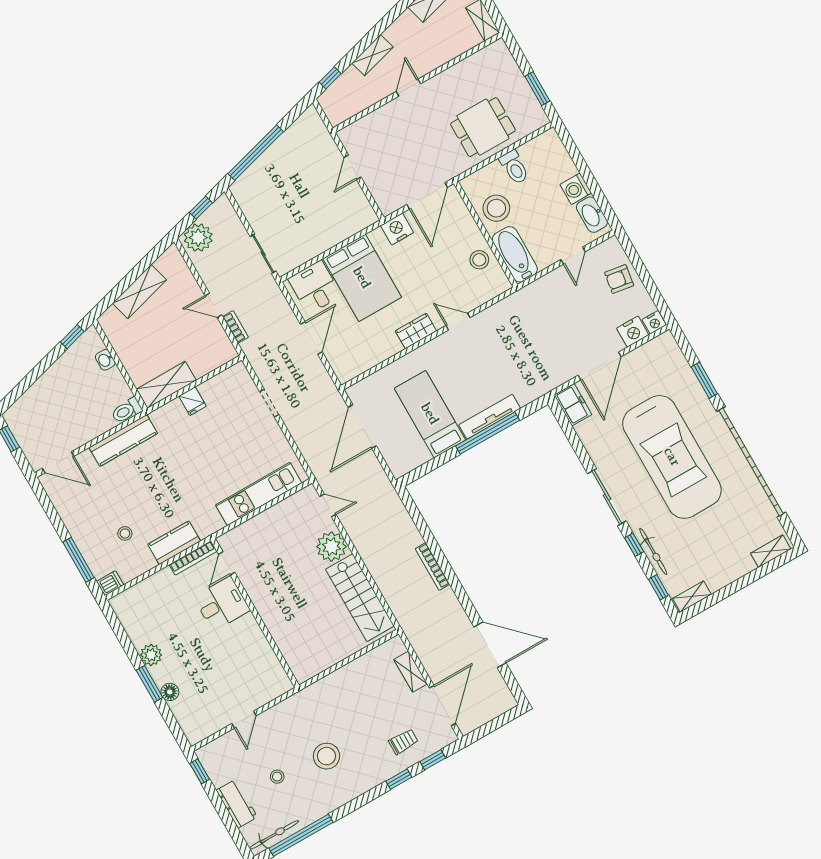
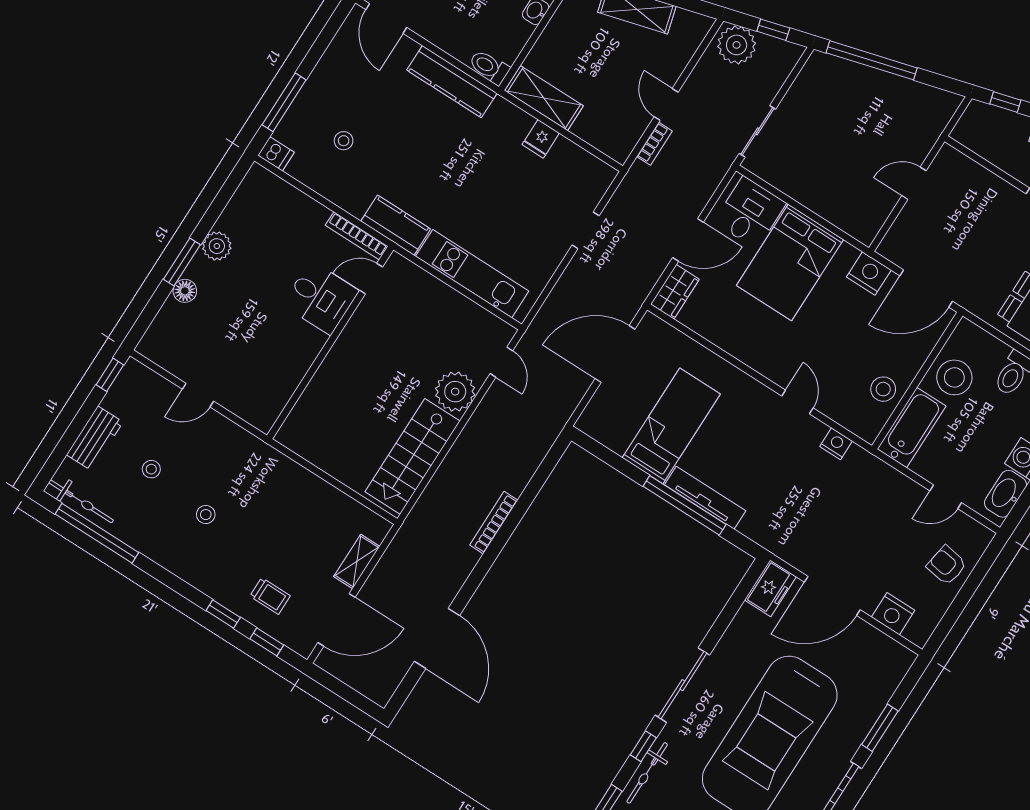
nightstand: (654, 322) -> (836, 444), moved, turned 180
wardrobe: (416, 331) -> (675, 292), moved, turned 90
kitchen counter: (174, 543) -> (396, 225), moved
stool: (326, 756) -> (206, 515), width x0.53, depth x0.53

